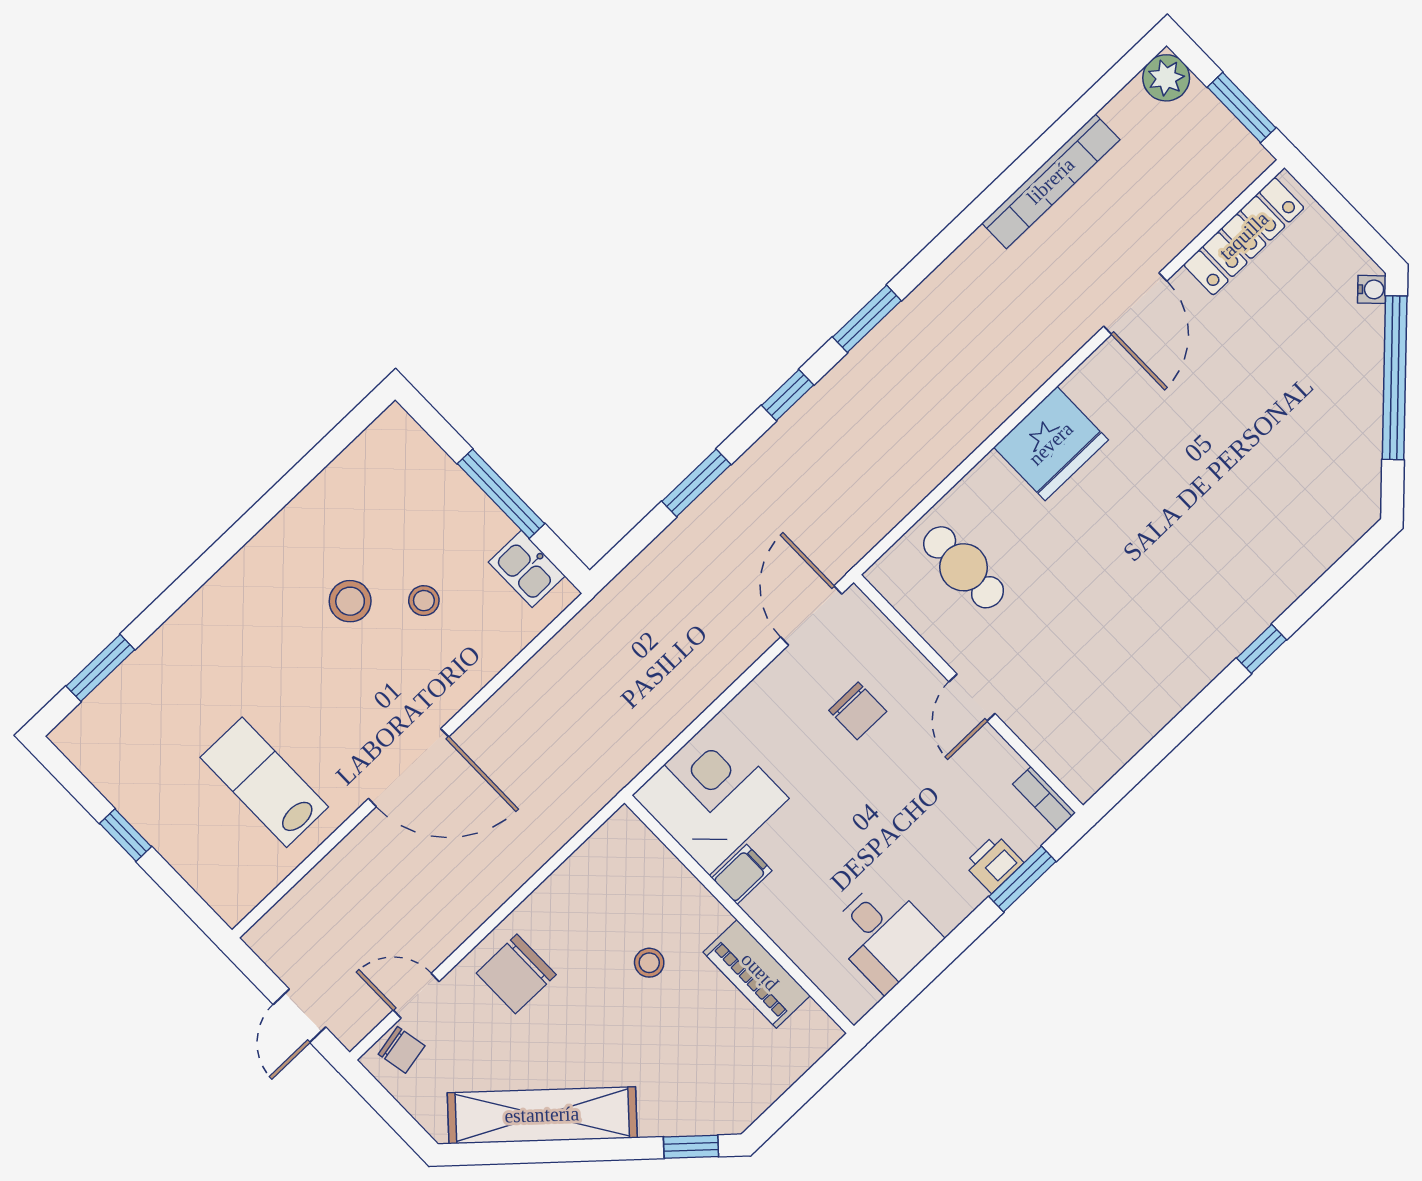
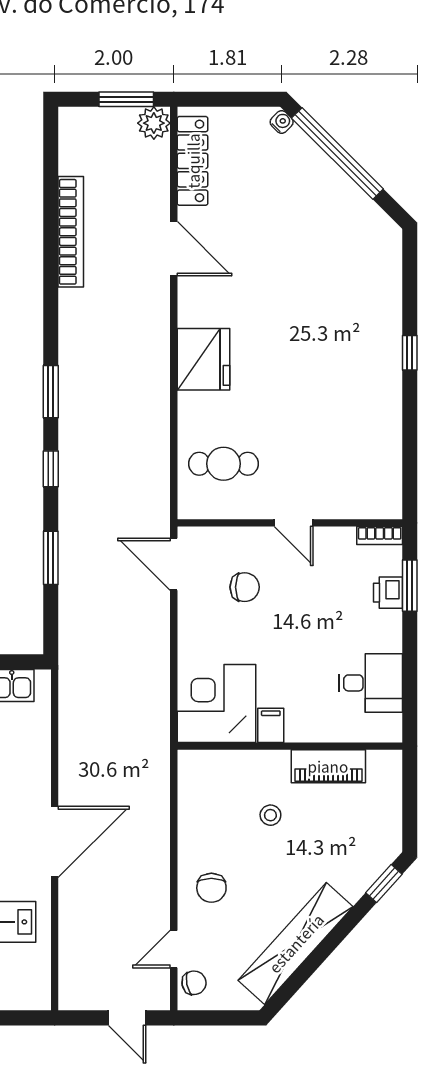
plant: (1166, 78) -> (154, 123), moved
chair: (516, 974) -> (211, 888), width x0.73, depth x0.73

